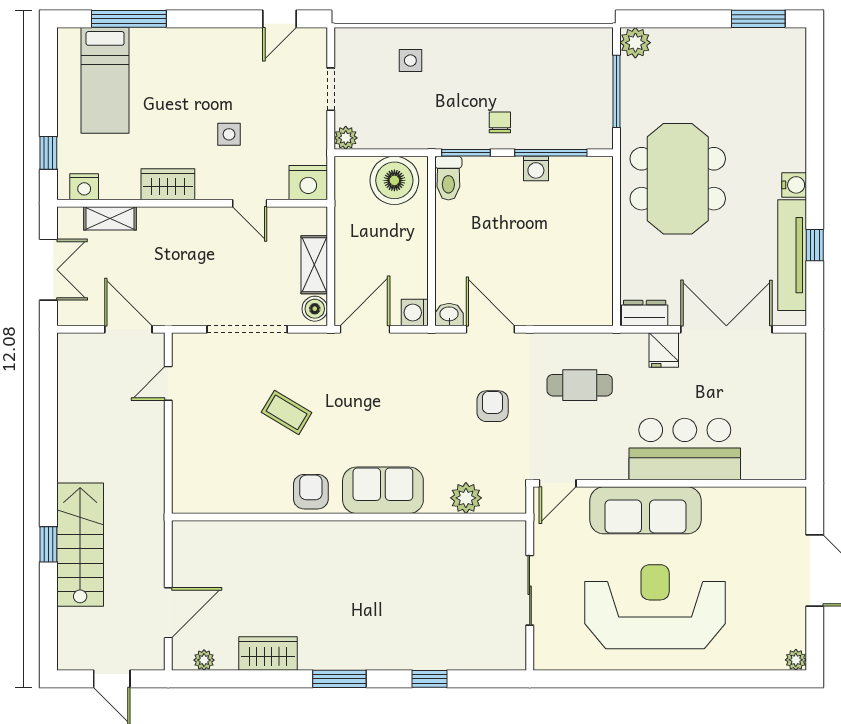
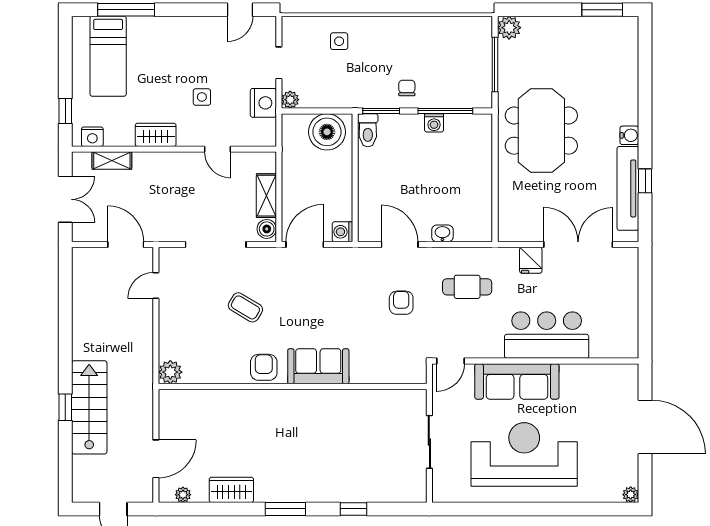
nightstand: (308, 183) -> (263, 103), moved, turned -90
dresser: (645, 313) -> (516, 232), removed
washbasin: (449, 315) -> (442, 233), moved
plant: (466, 498) -> (170, 372), moved

